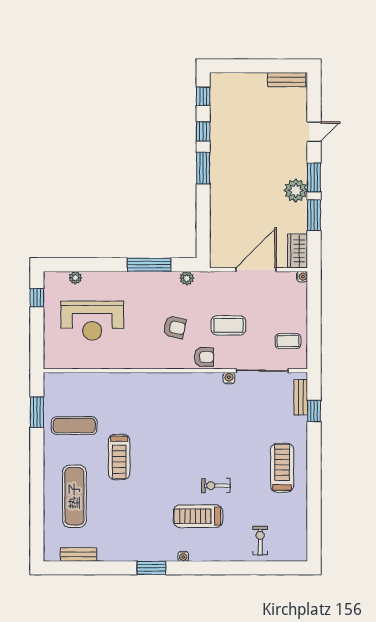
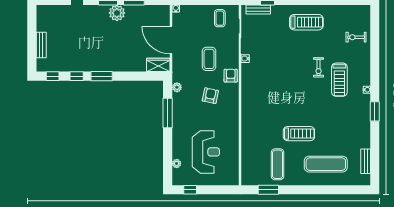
bench: (287, 80) -> (41, 45), moved
wardrobe: (298, 251) -> (158, 65), moved, turned 180
treadmill: (282, 468) -> (306, 22), turned 180

